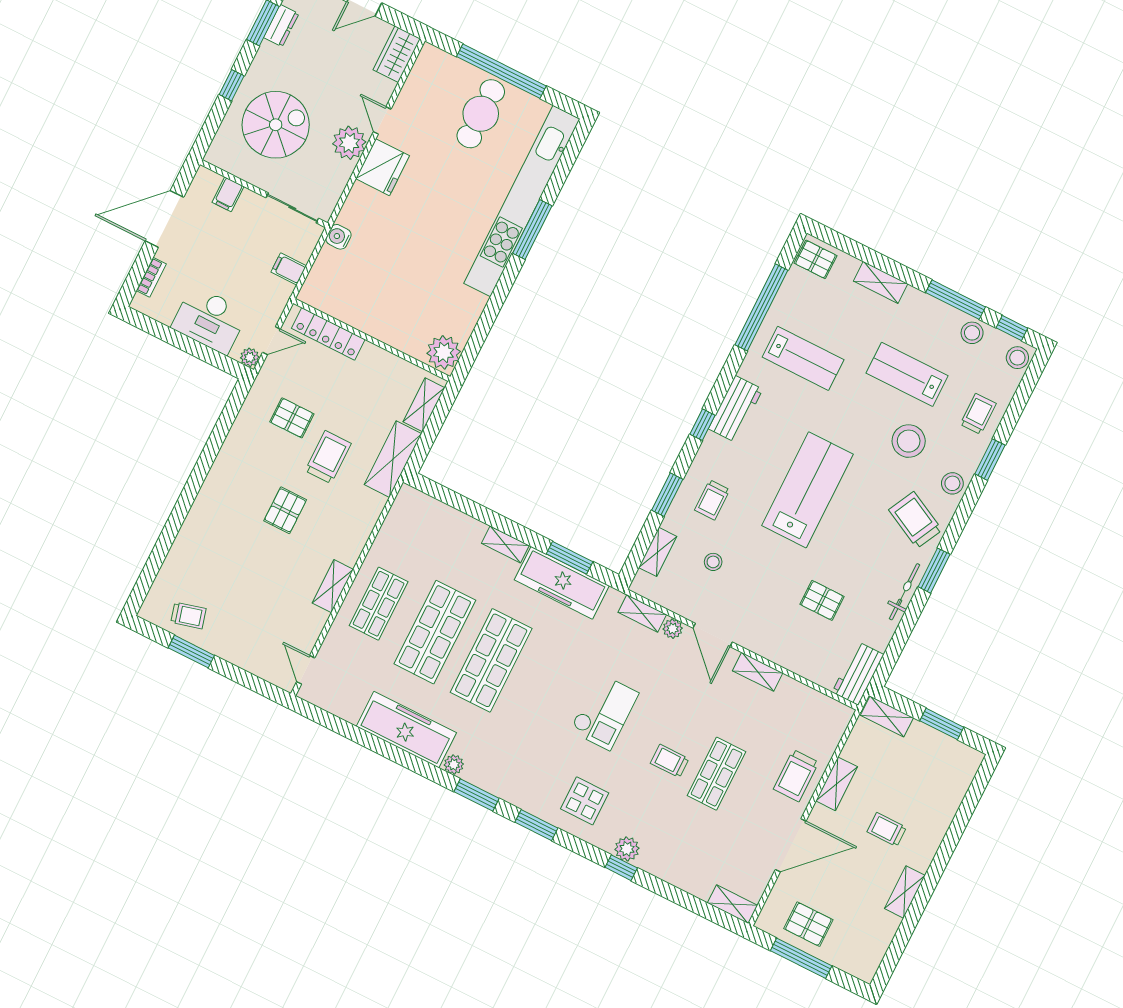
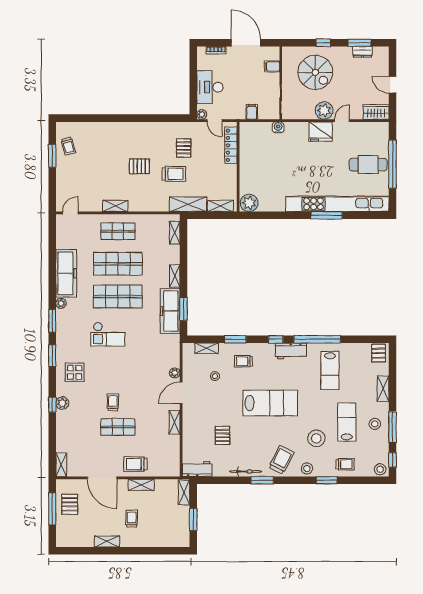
window: (761, 307) -> (317, 339), moved
stool: (972, 333) -> (375, 424), moved
shelving: (642, 613) -> (175, 233), moved
checkout: (604, 712) -> (108, 334), moved

